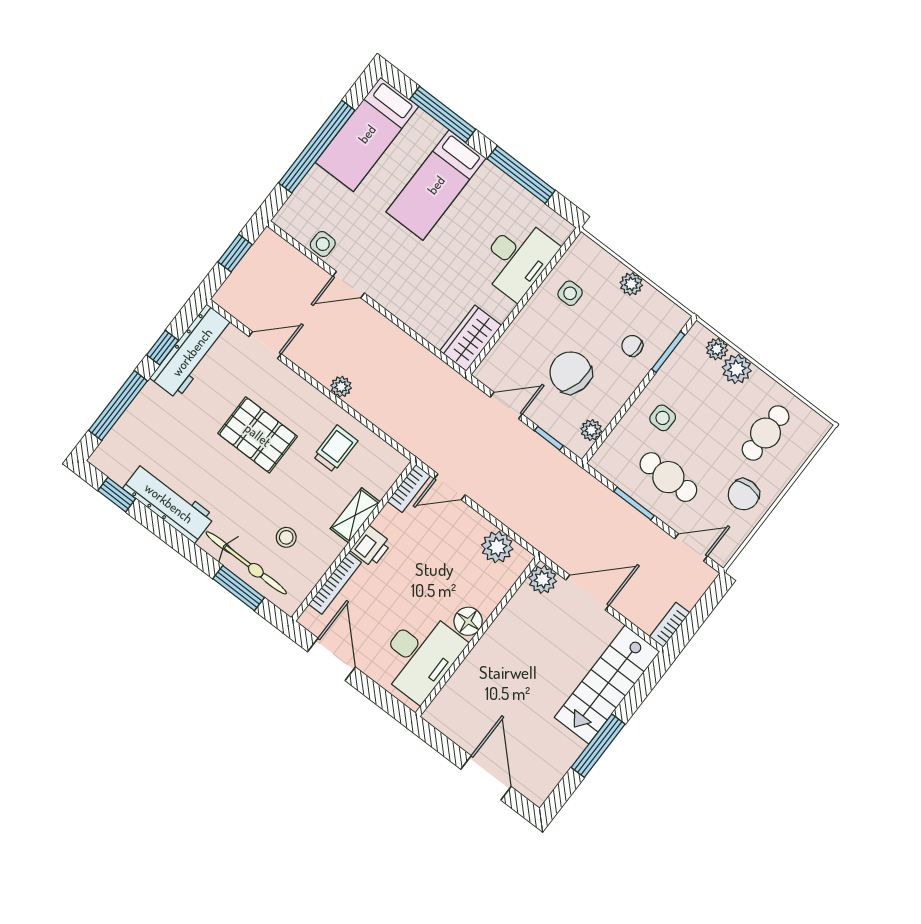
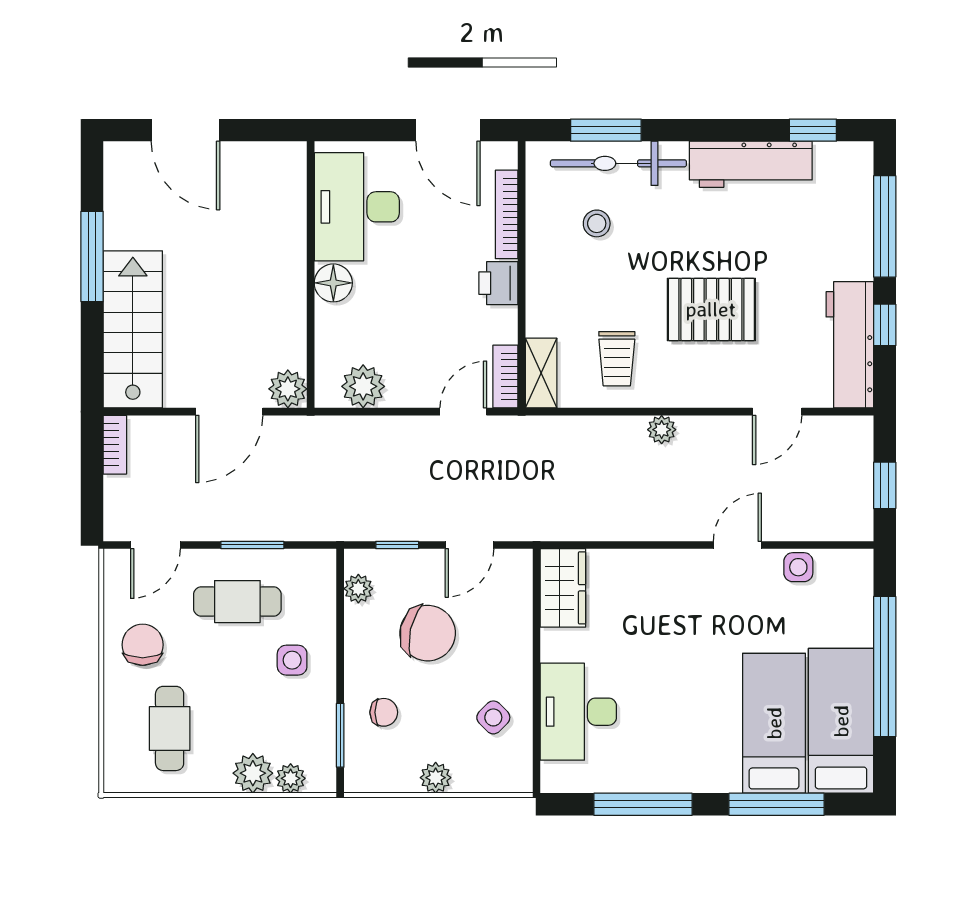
bed: (436, 185) -> (774, 723), moved
side table: (570, 293) -> (493, 717), turned 45
shelving: (355, 515) -> (541, 373), moved

